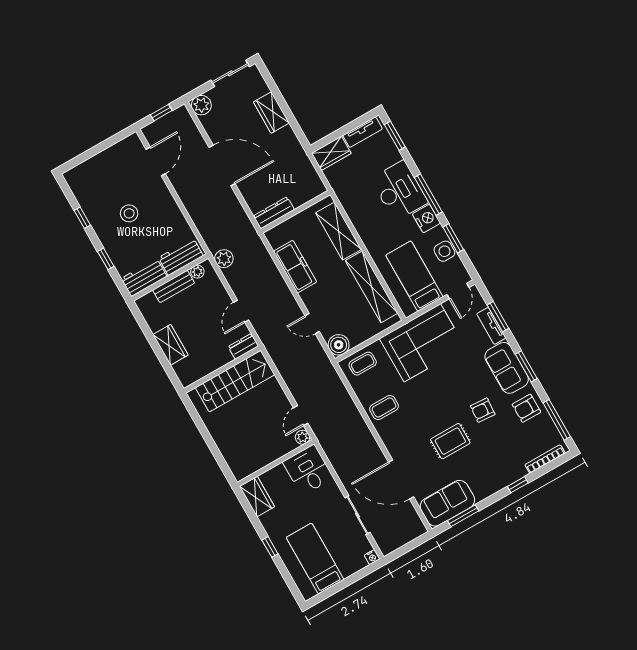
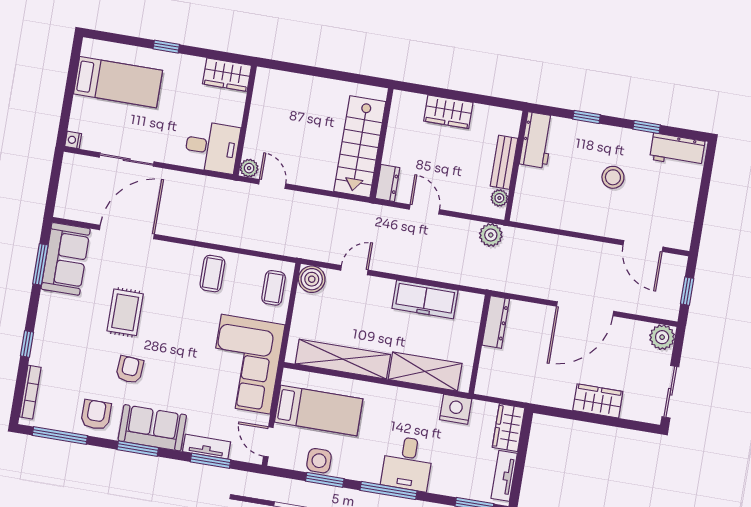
desk: (399, 191) -> (407, 463), width x0.73
nightstand: (426, 219) -> (456, 409), moved, turned 180
workbench: (181, 257) -> (677, 150), moved, turned 90

